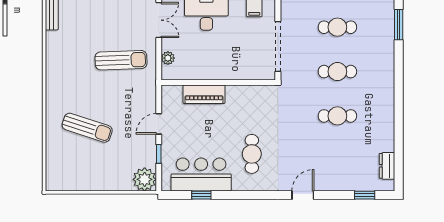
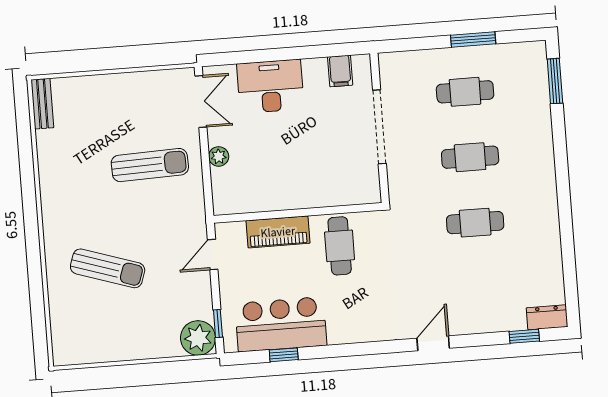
wall: (218, 82) -> (298, 213), moved
piano: (204, 94) -> (278, 232), moved
window: (159, 154) -> (218, 324), moved
cafe table: (252, 154) -> (340, 246), moved
dresser: (387, 166) -> (547, 317), moved, turned 90

